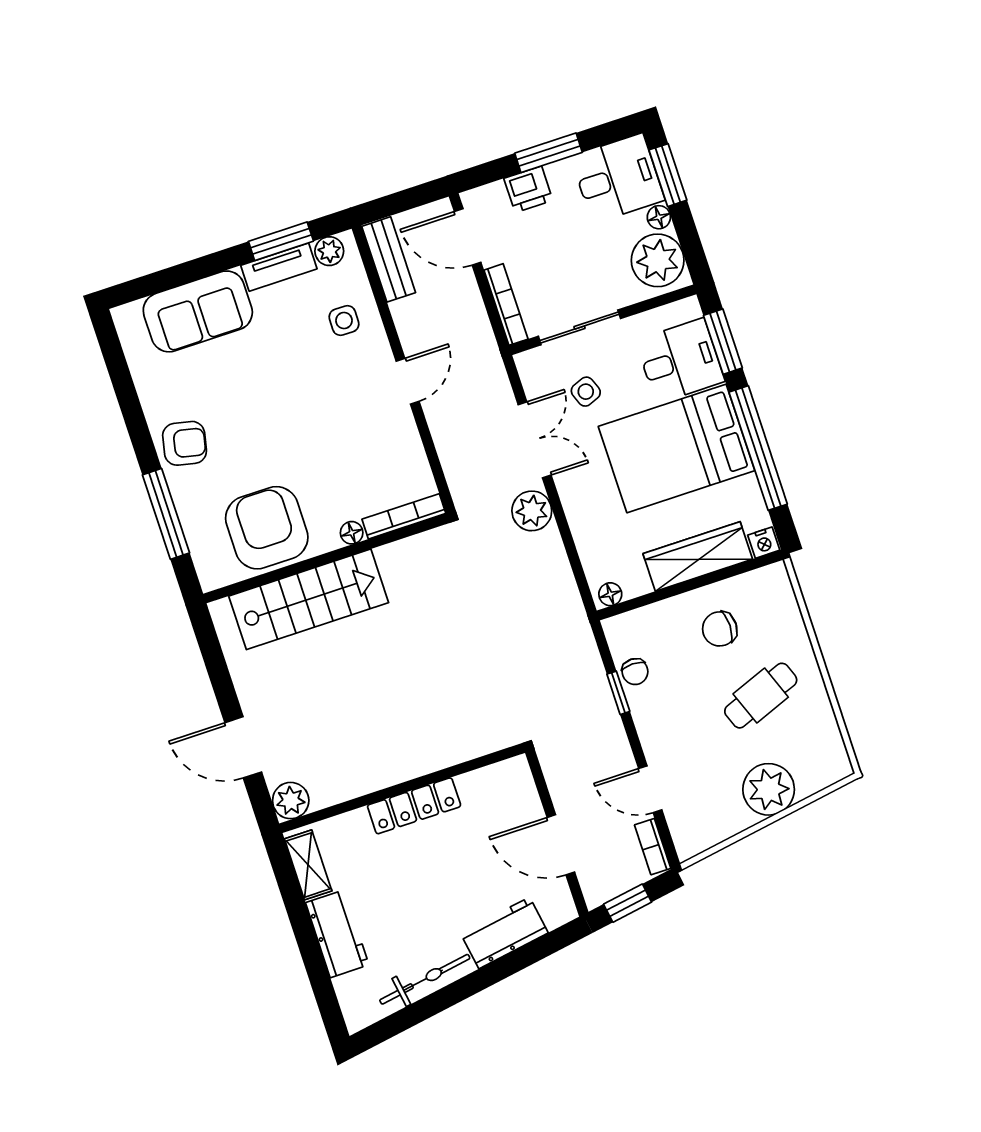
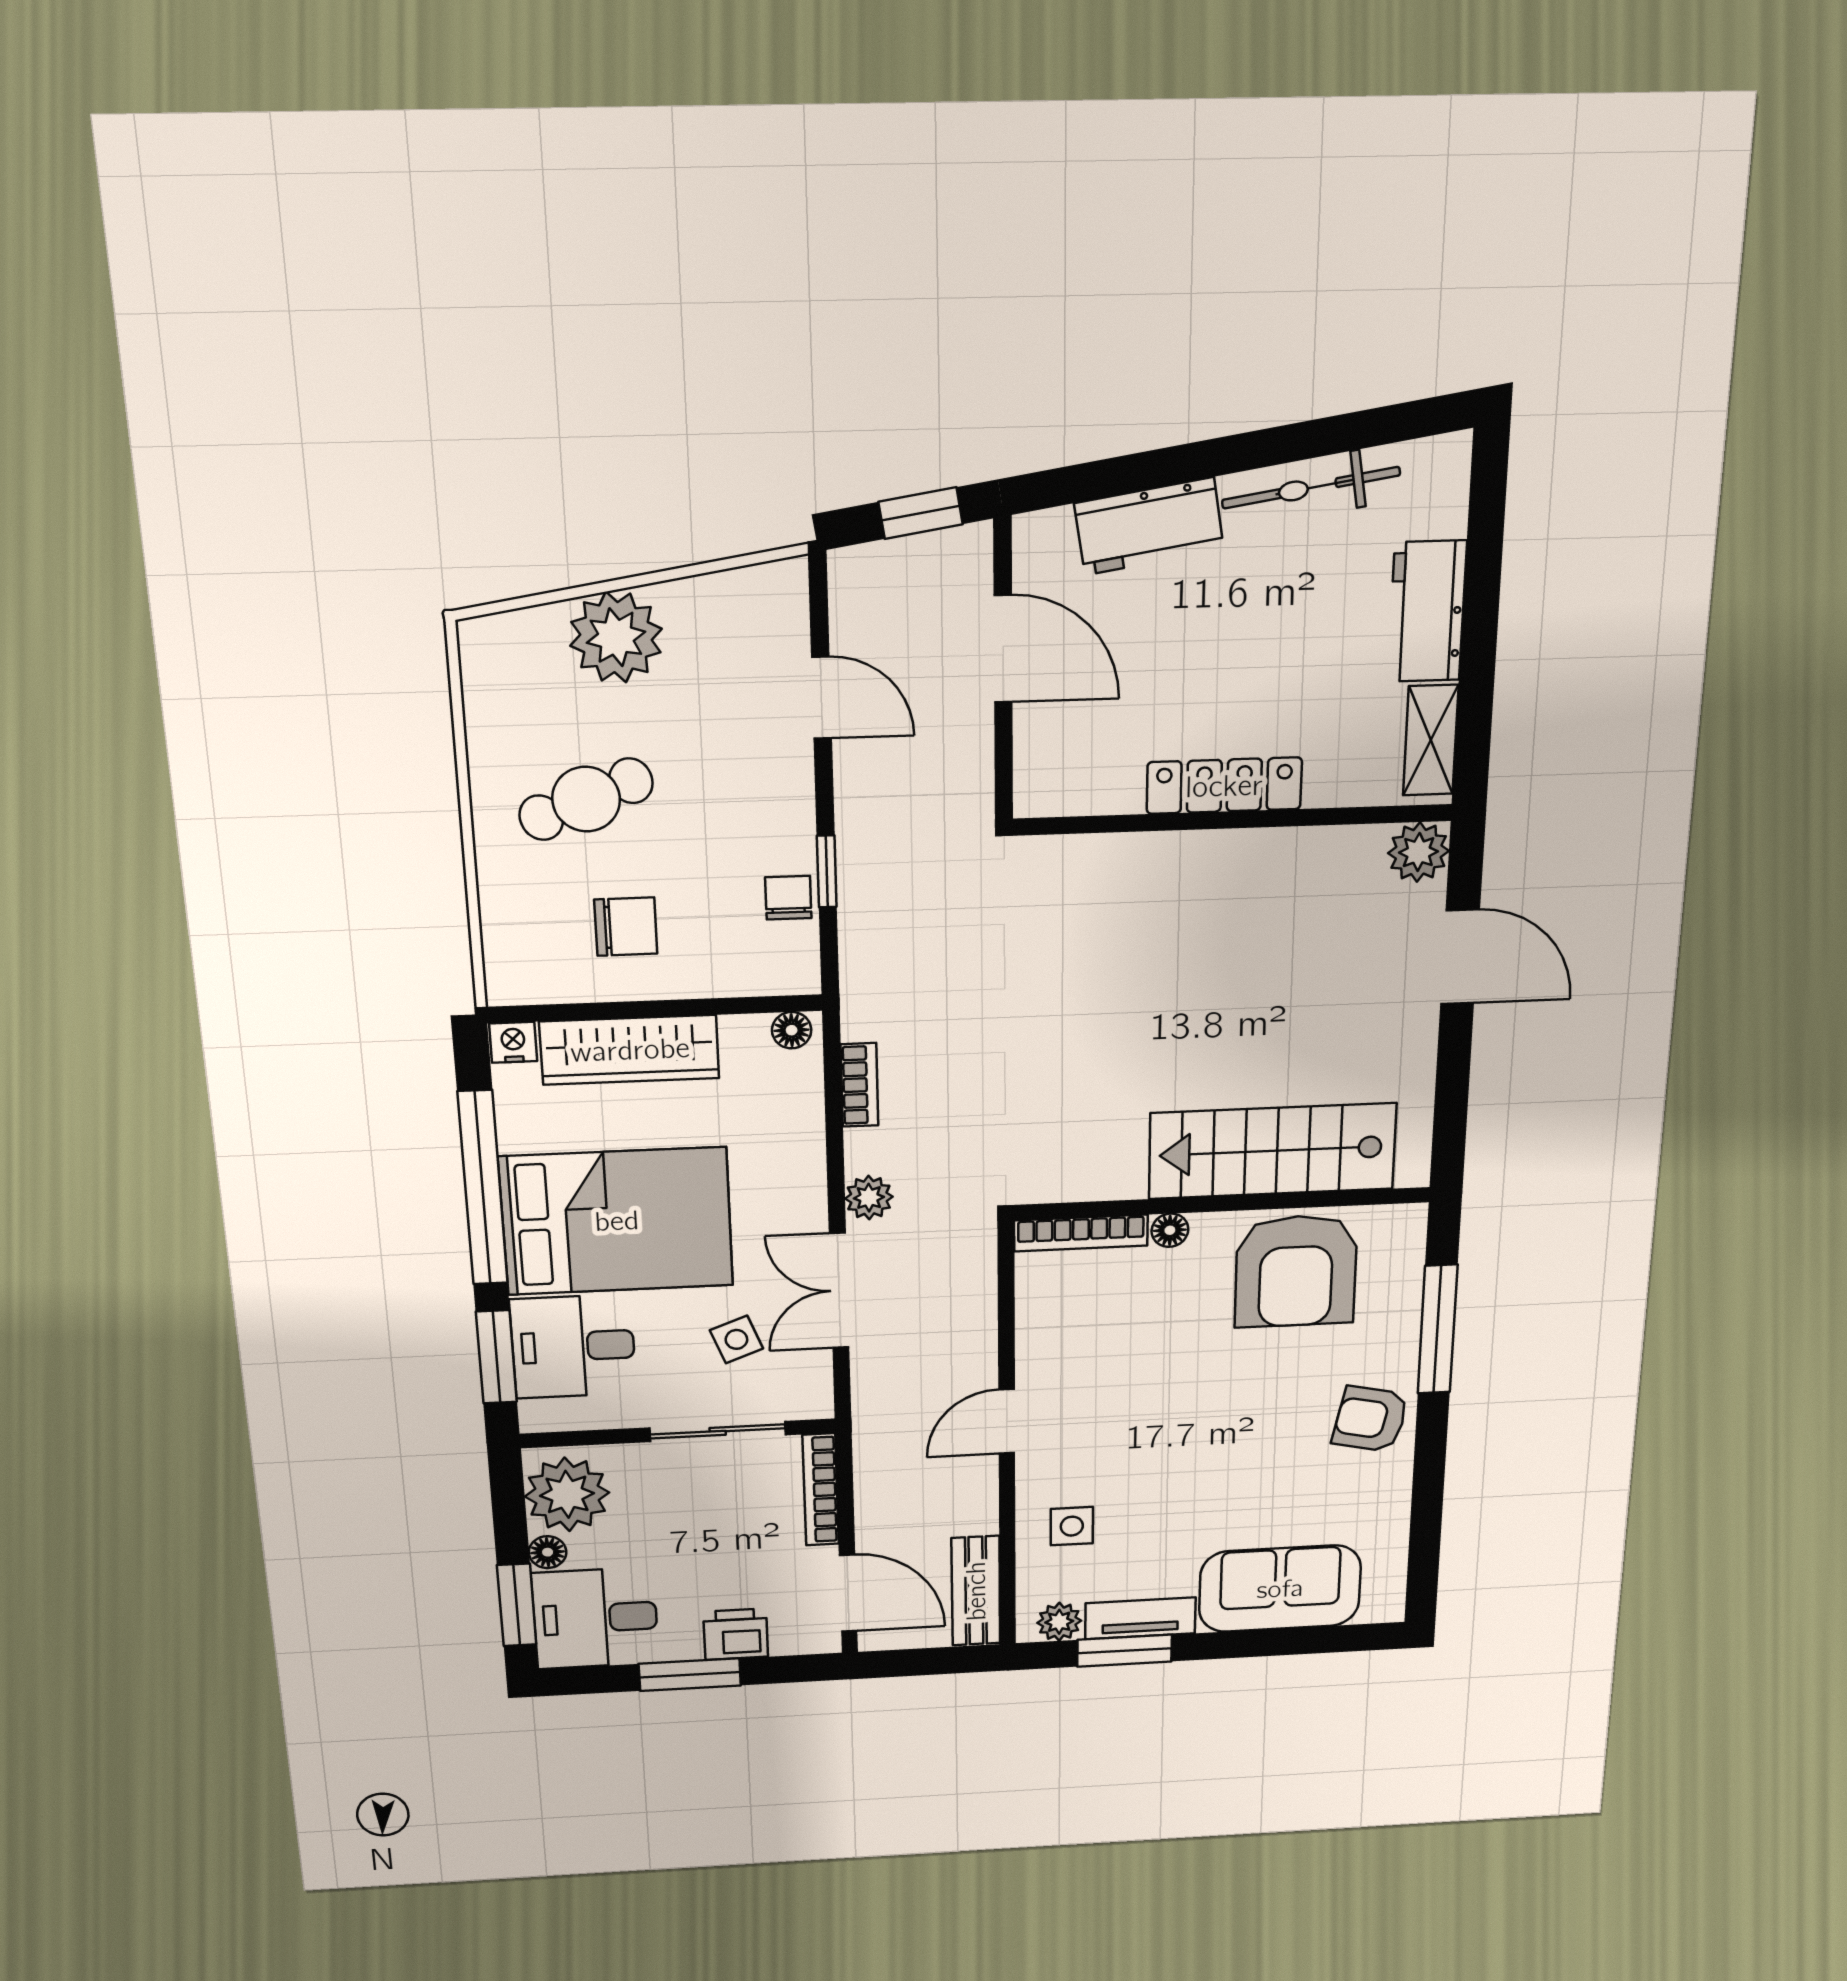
plant: (532, 511) -> (869, 1198), width x0.73, depth x0.73
bookcase: (653, 847) -> (859, 1085), moved

